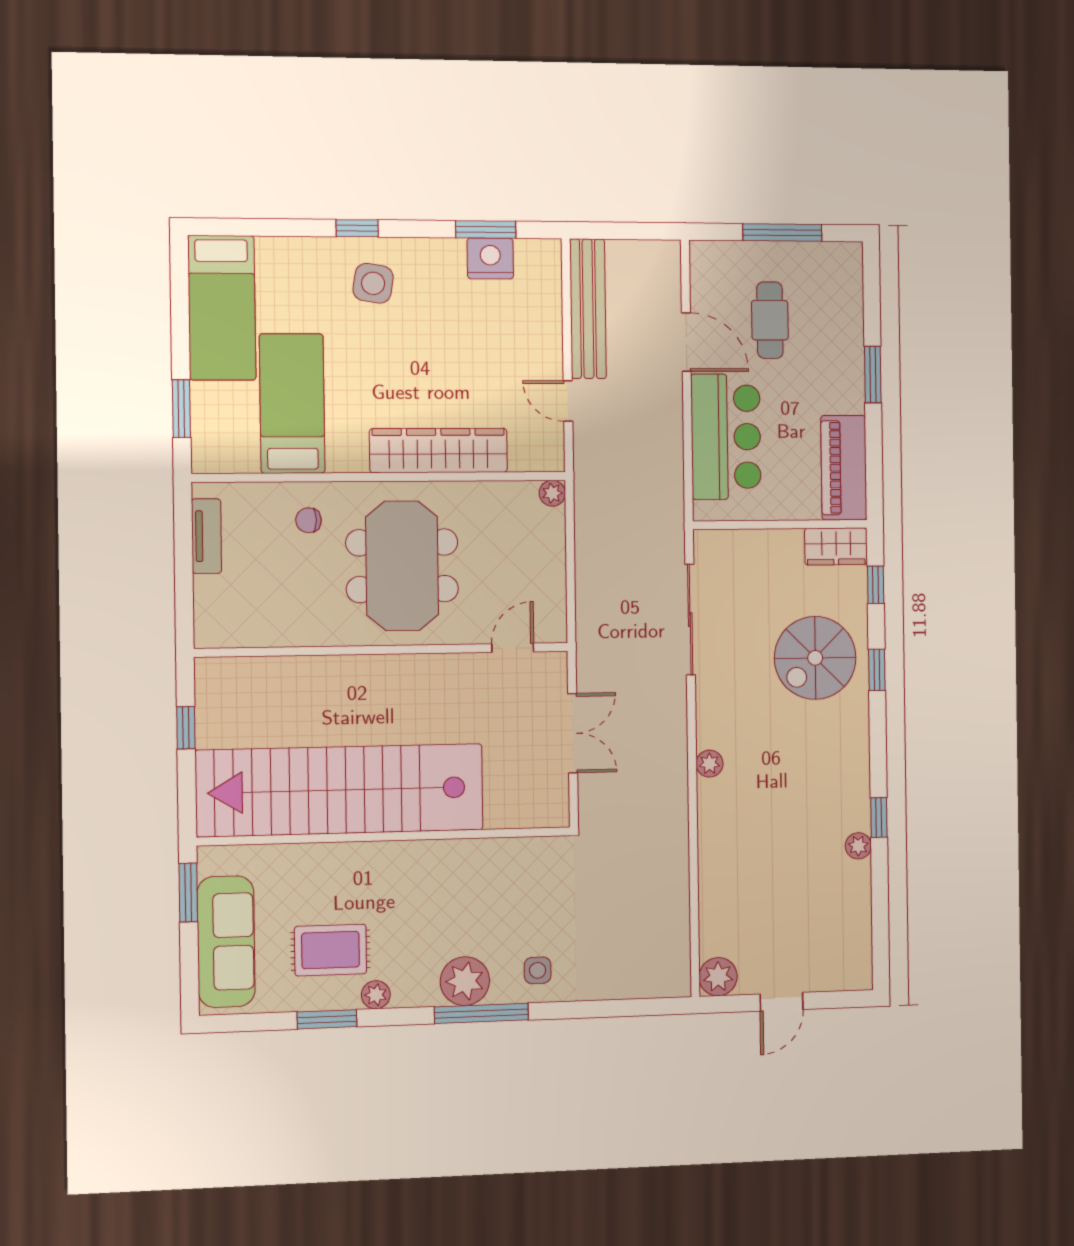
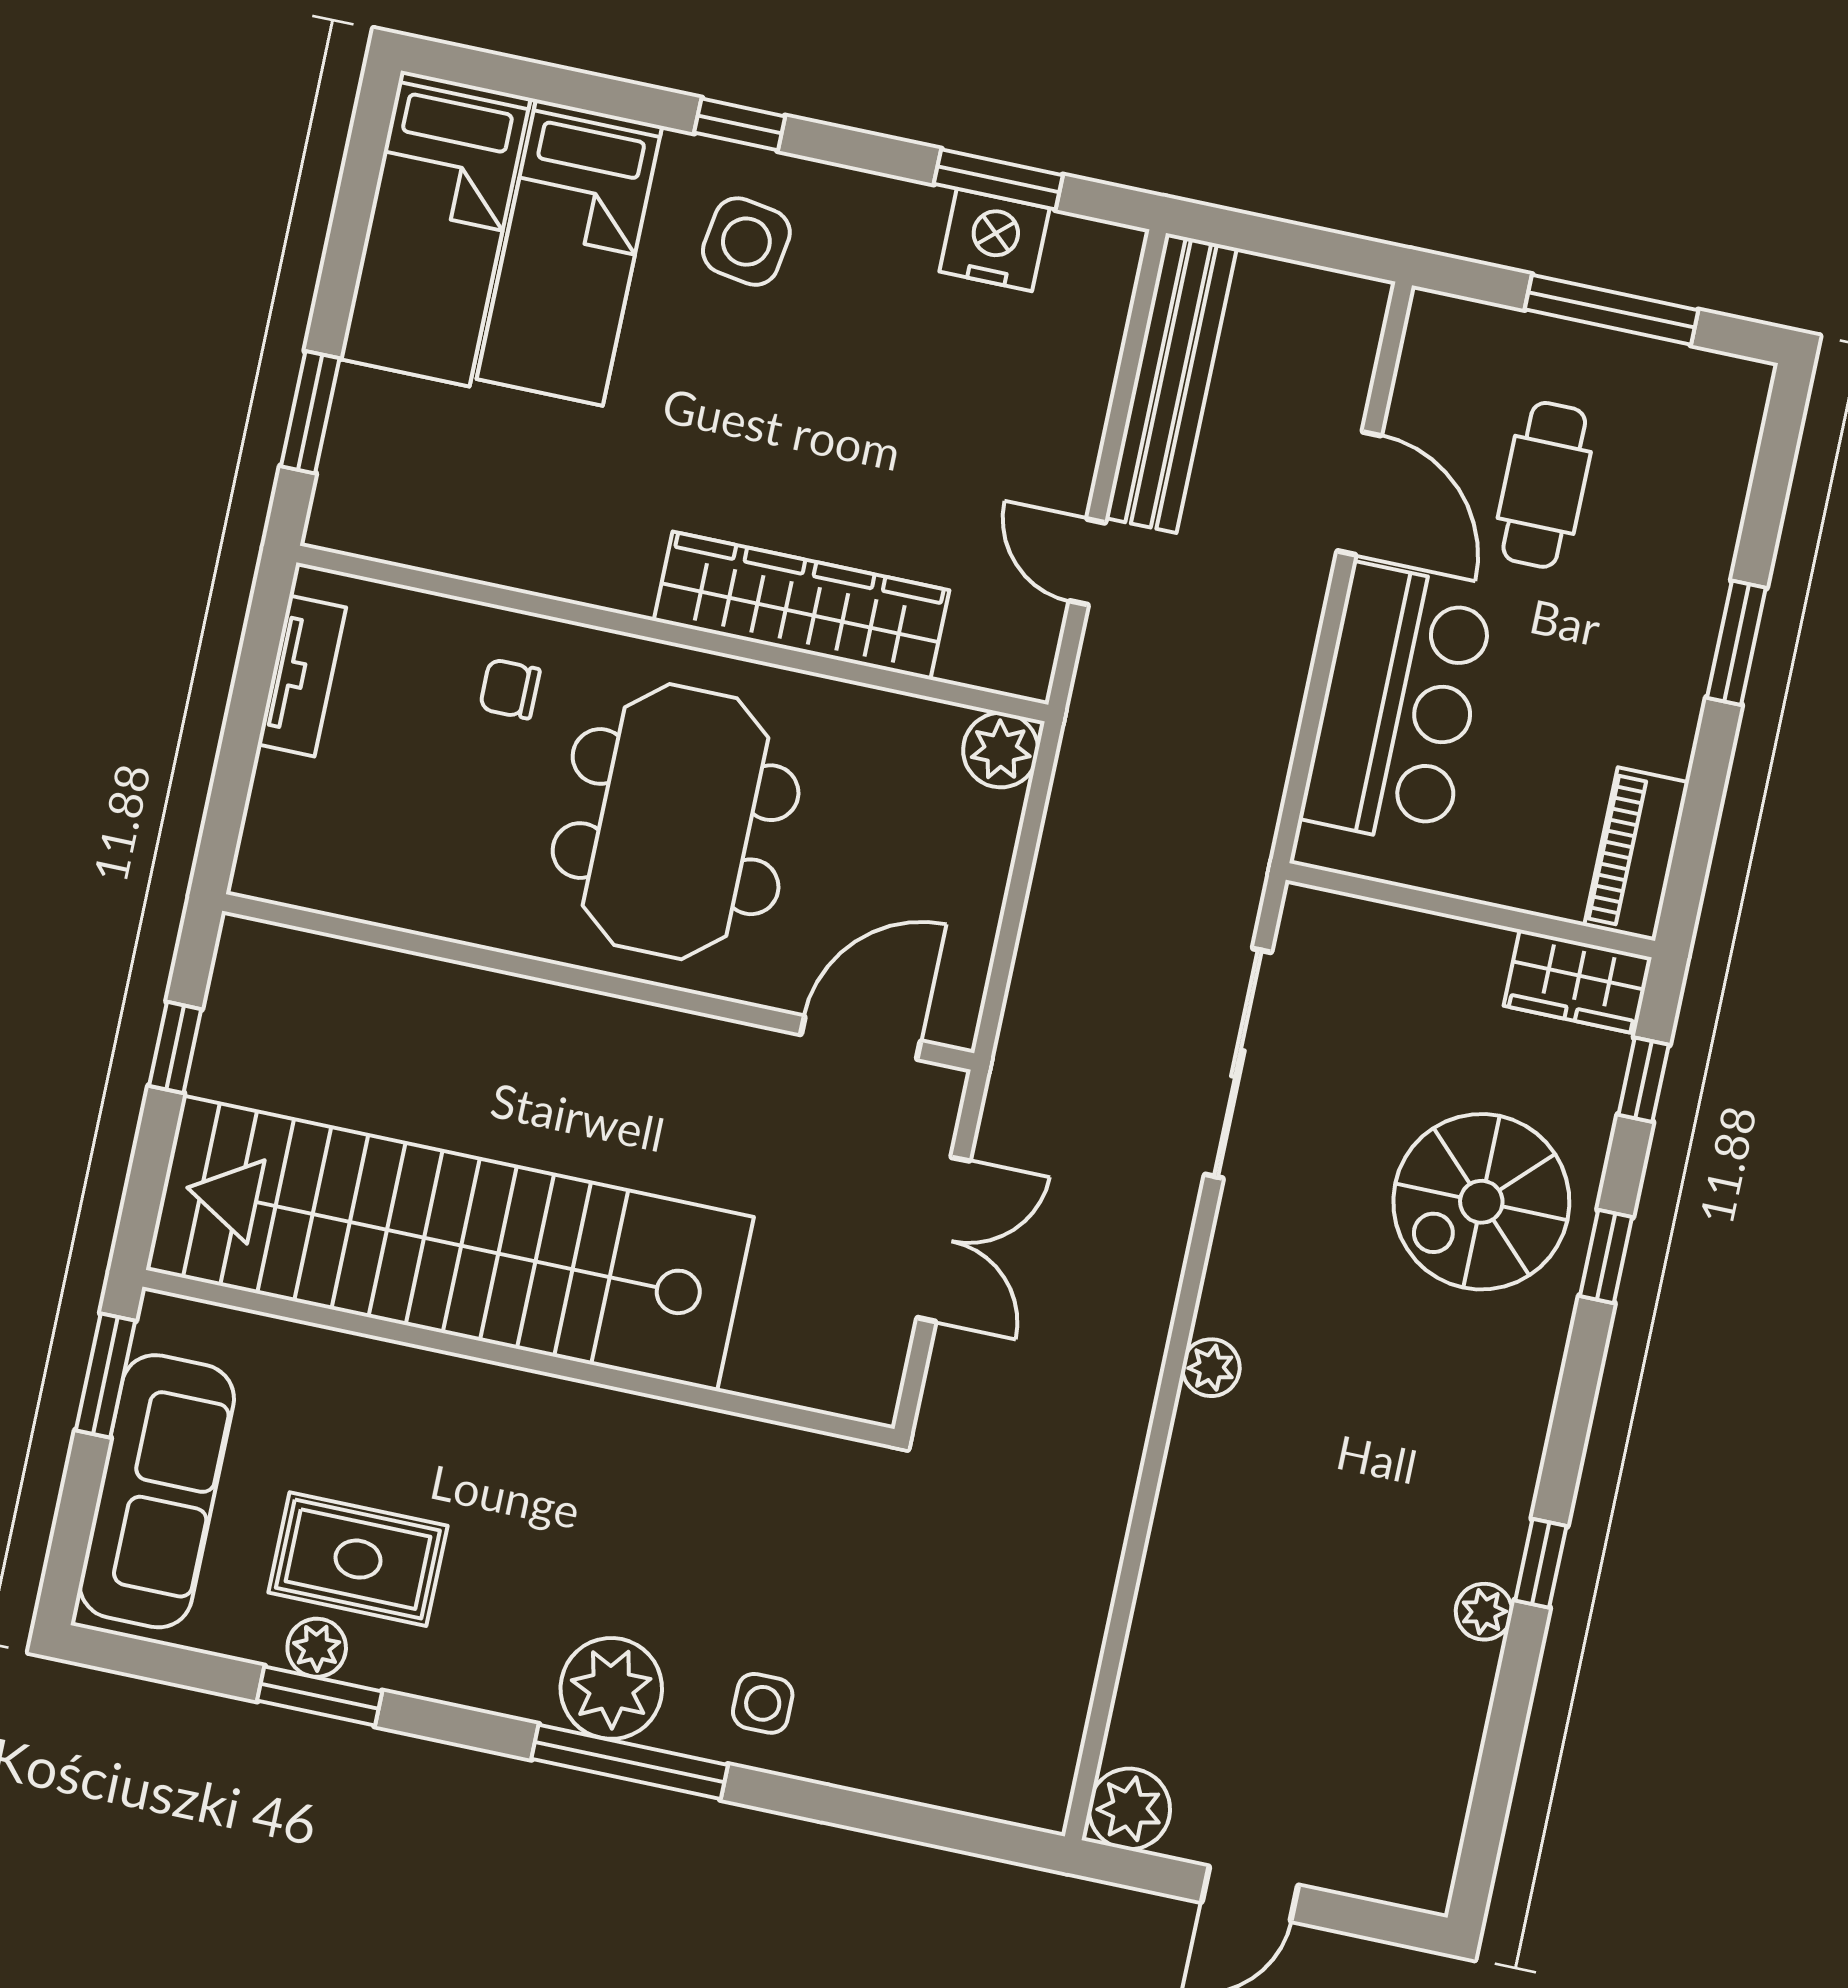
bed: (292, 404) -> (569, 252), moved, turned 180
piano: (844, 468) -> (1637, 854), width x0.73, depth x0.75
plant: (552, 493) -> (1001, 750), width x1.38, depth x1.38
door: (513, 648) -> (861, 1038), width x1.38
plant: (376, 995) -> (317, 1648), moved

